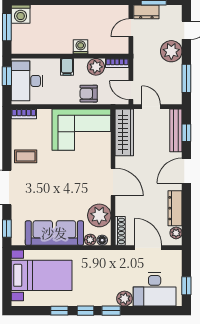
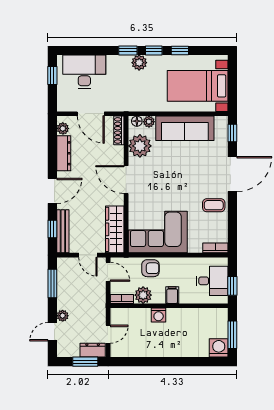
plant: (171, 51) -> (63, 316), width x0.53, depth x0.53
desk: (27, 81) -> (212, 281), width x0.73
plant: (124, 299) -> (139, 63), moved

